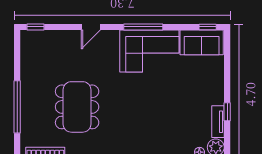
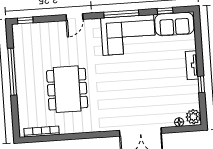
window: (208, 27) -> (165, 11), moved
window: (17, 107) -> (12, 72), moved
tv unit: (218, 122) -> (192, 65), moved

